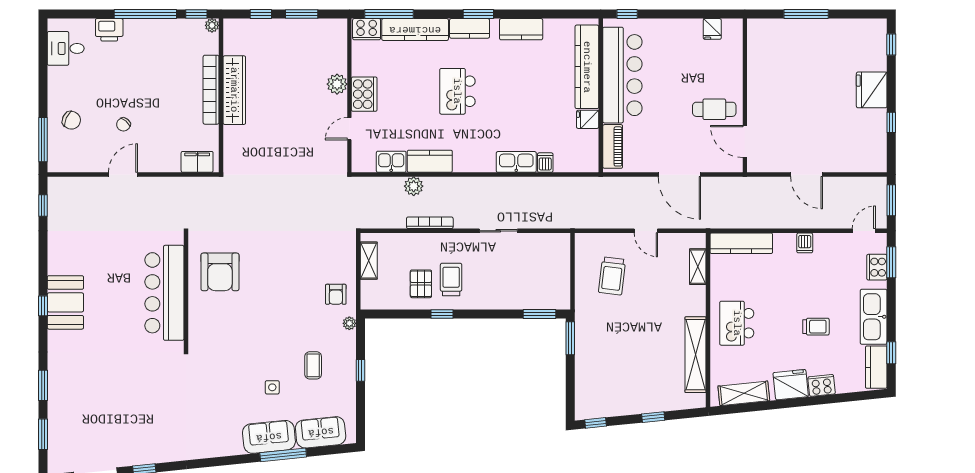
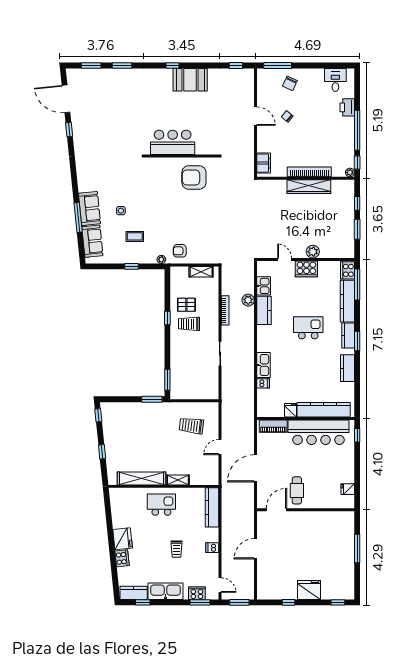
shelving: (698, 267) -> (178, 480), moved
trolley: (451, 280) -> (189, 324), turned 180
bar counter: (164, 293) -> (173, 142), width x0.73
booth: (65, 302) -> (190, 80), moved
trolley: (816, 327) -> (176, 549), moved
shelving: (744, 393) -> (117, 509), removed

